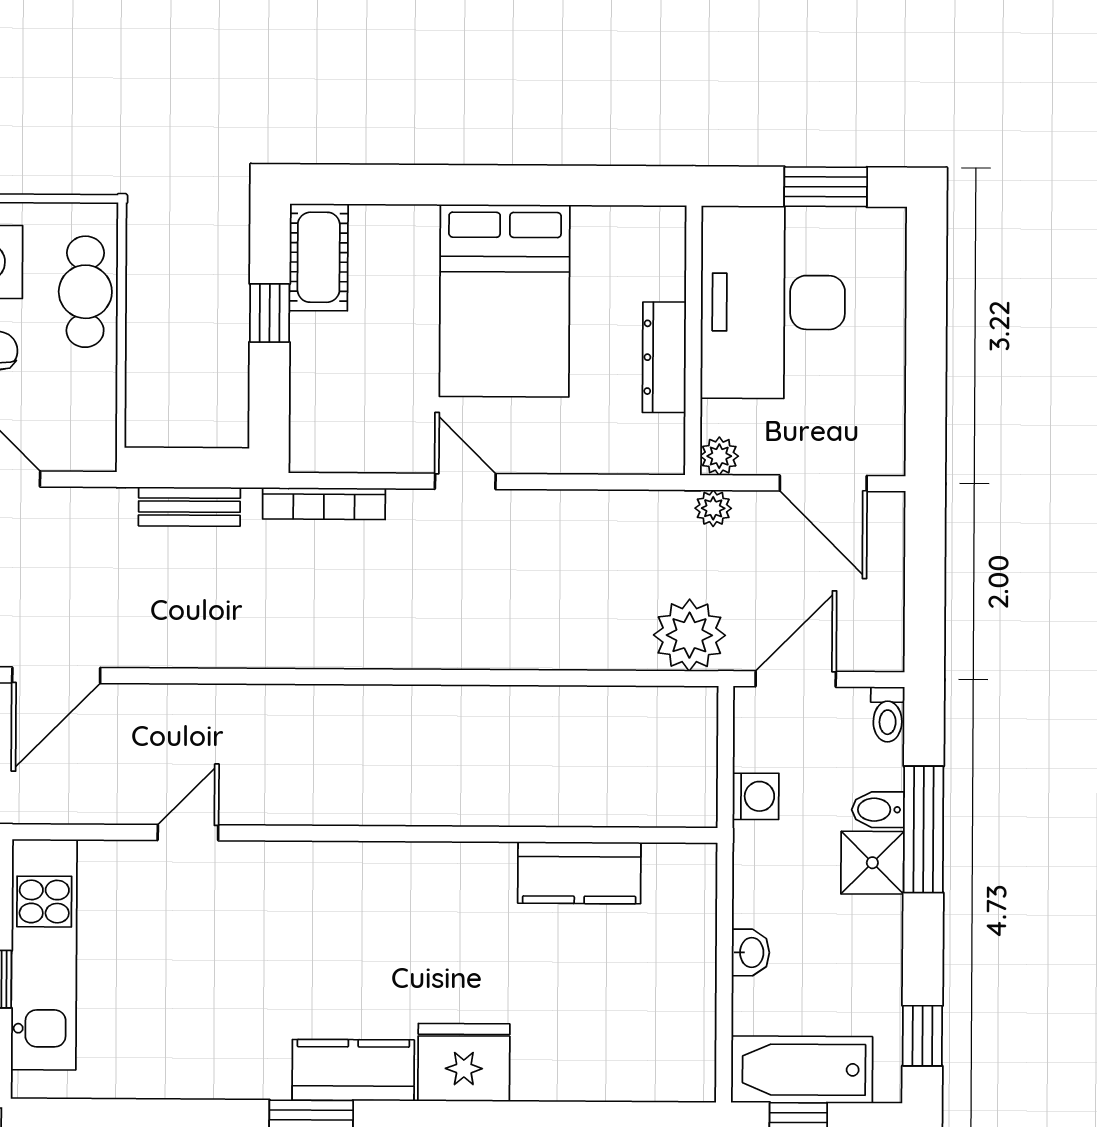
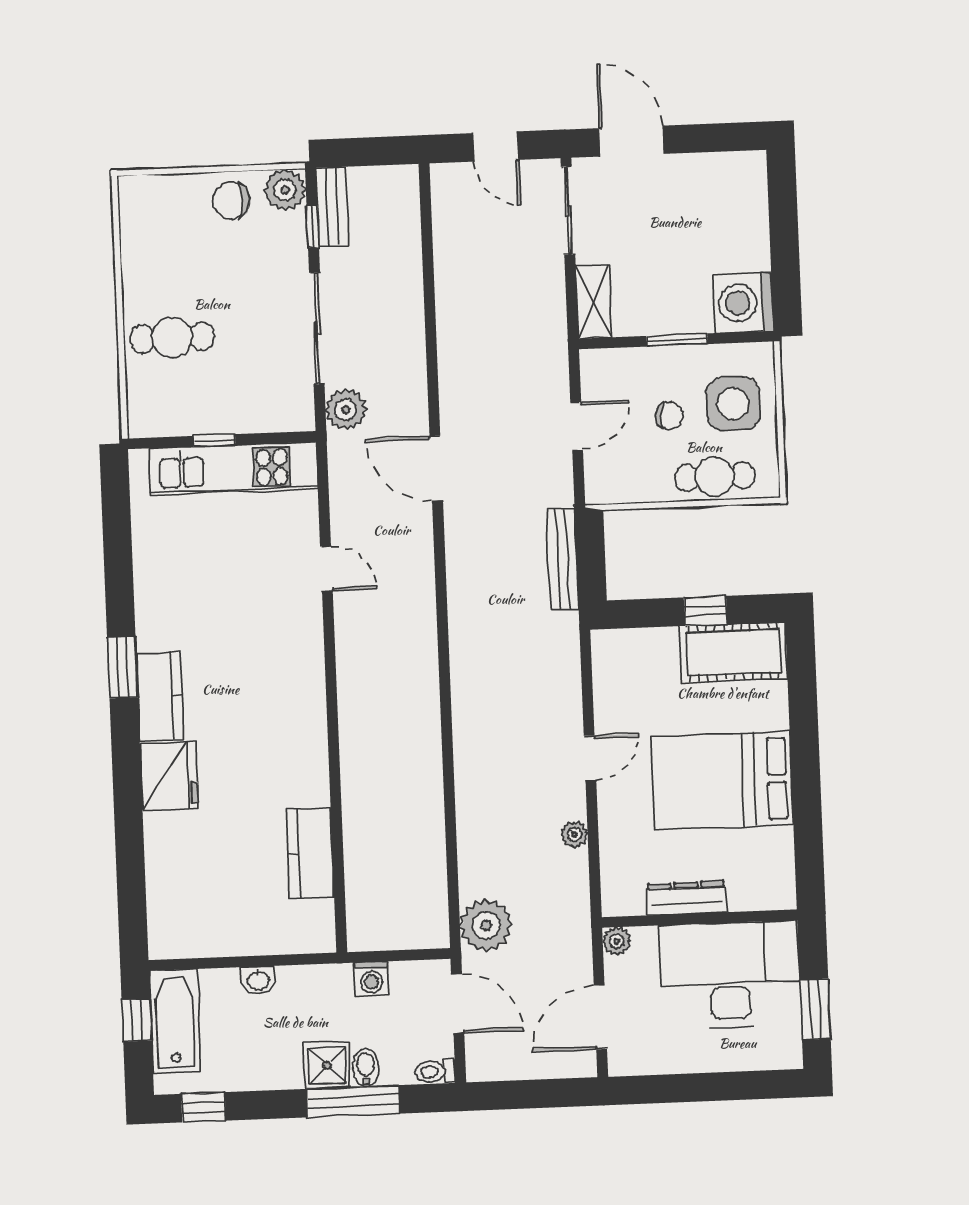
cot: (319, 257) -> (733, 652), width x1.37, depth x1.34
bookcase: (324, 504) -> (569, 656), removed
bench: (189, 507) -> (563, 559), width x1.36
plant: (713, 508) -> (574, 835), moved

